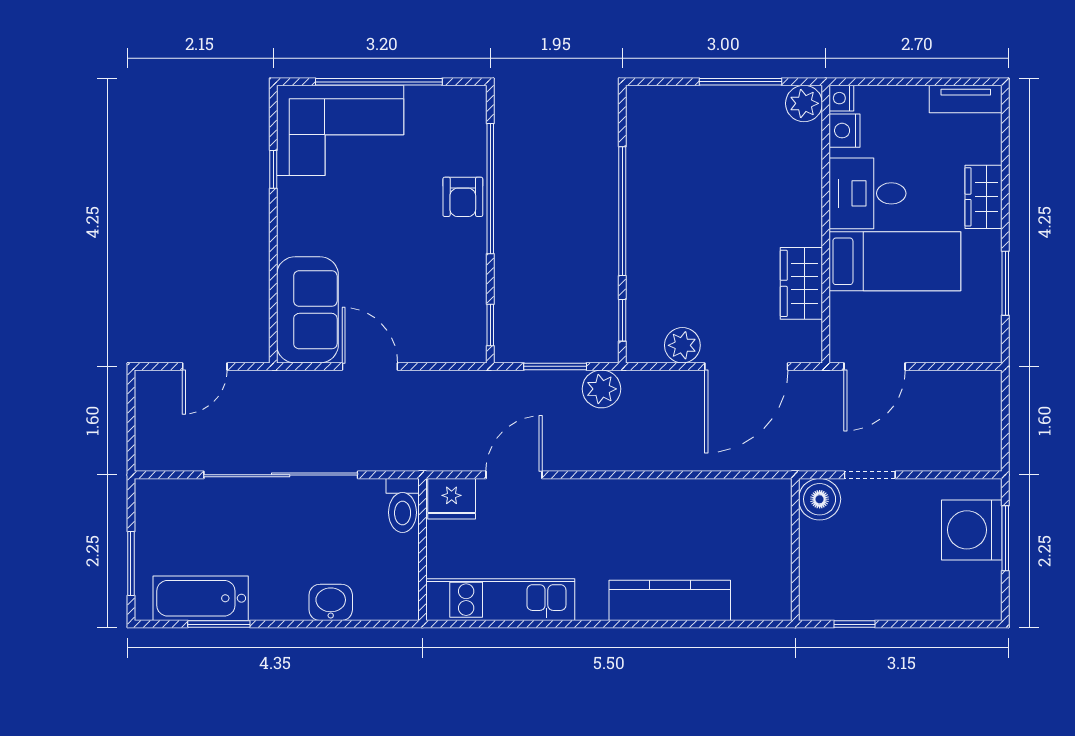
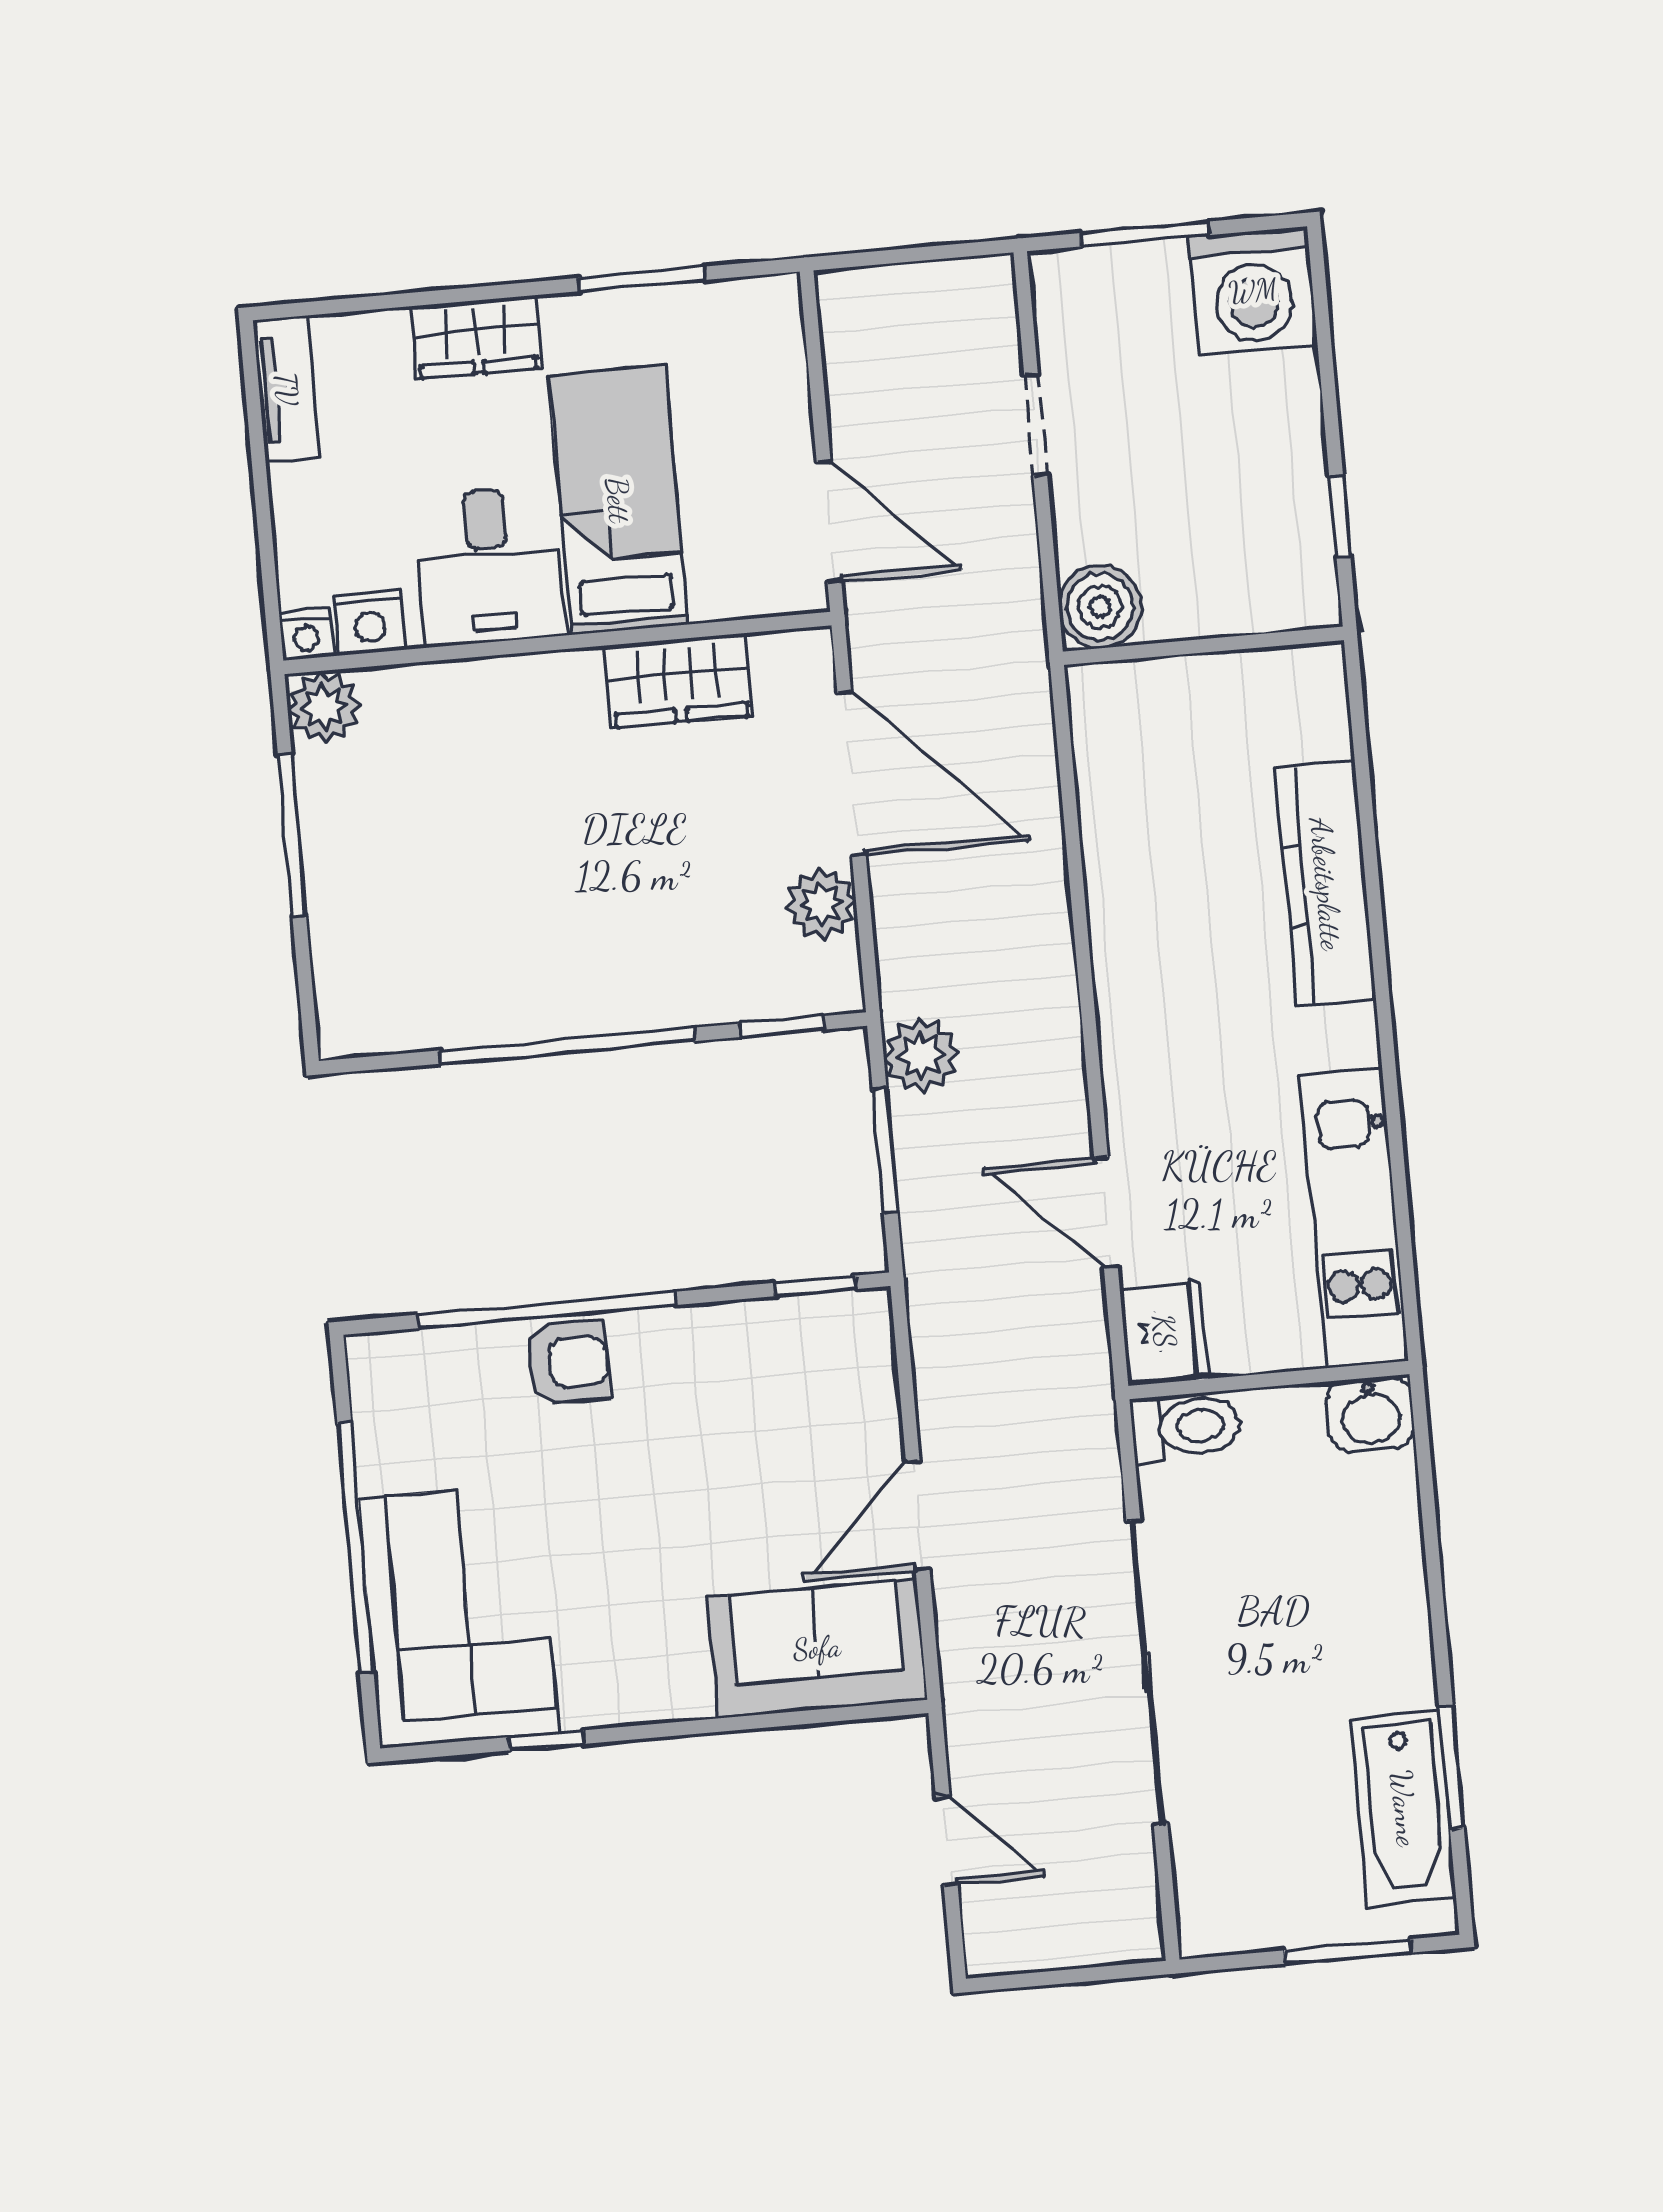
doorway: (870, 475) -> (1036, 424), moved
washing machine: (972, 530) -> (1253, 291), moved
washbasin: (331, 602) -> (1370, 1414), moved, turned -90

